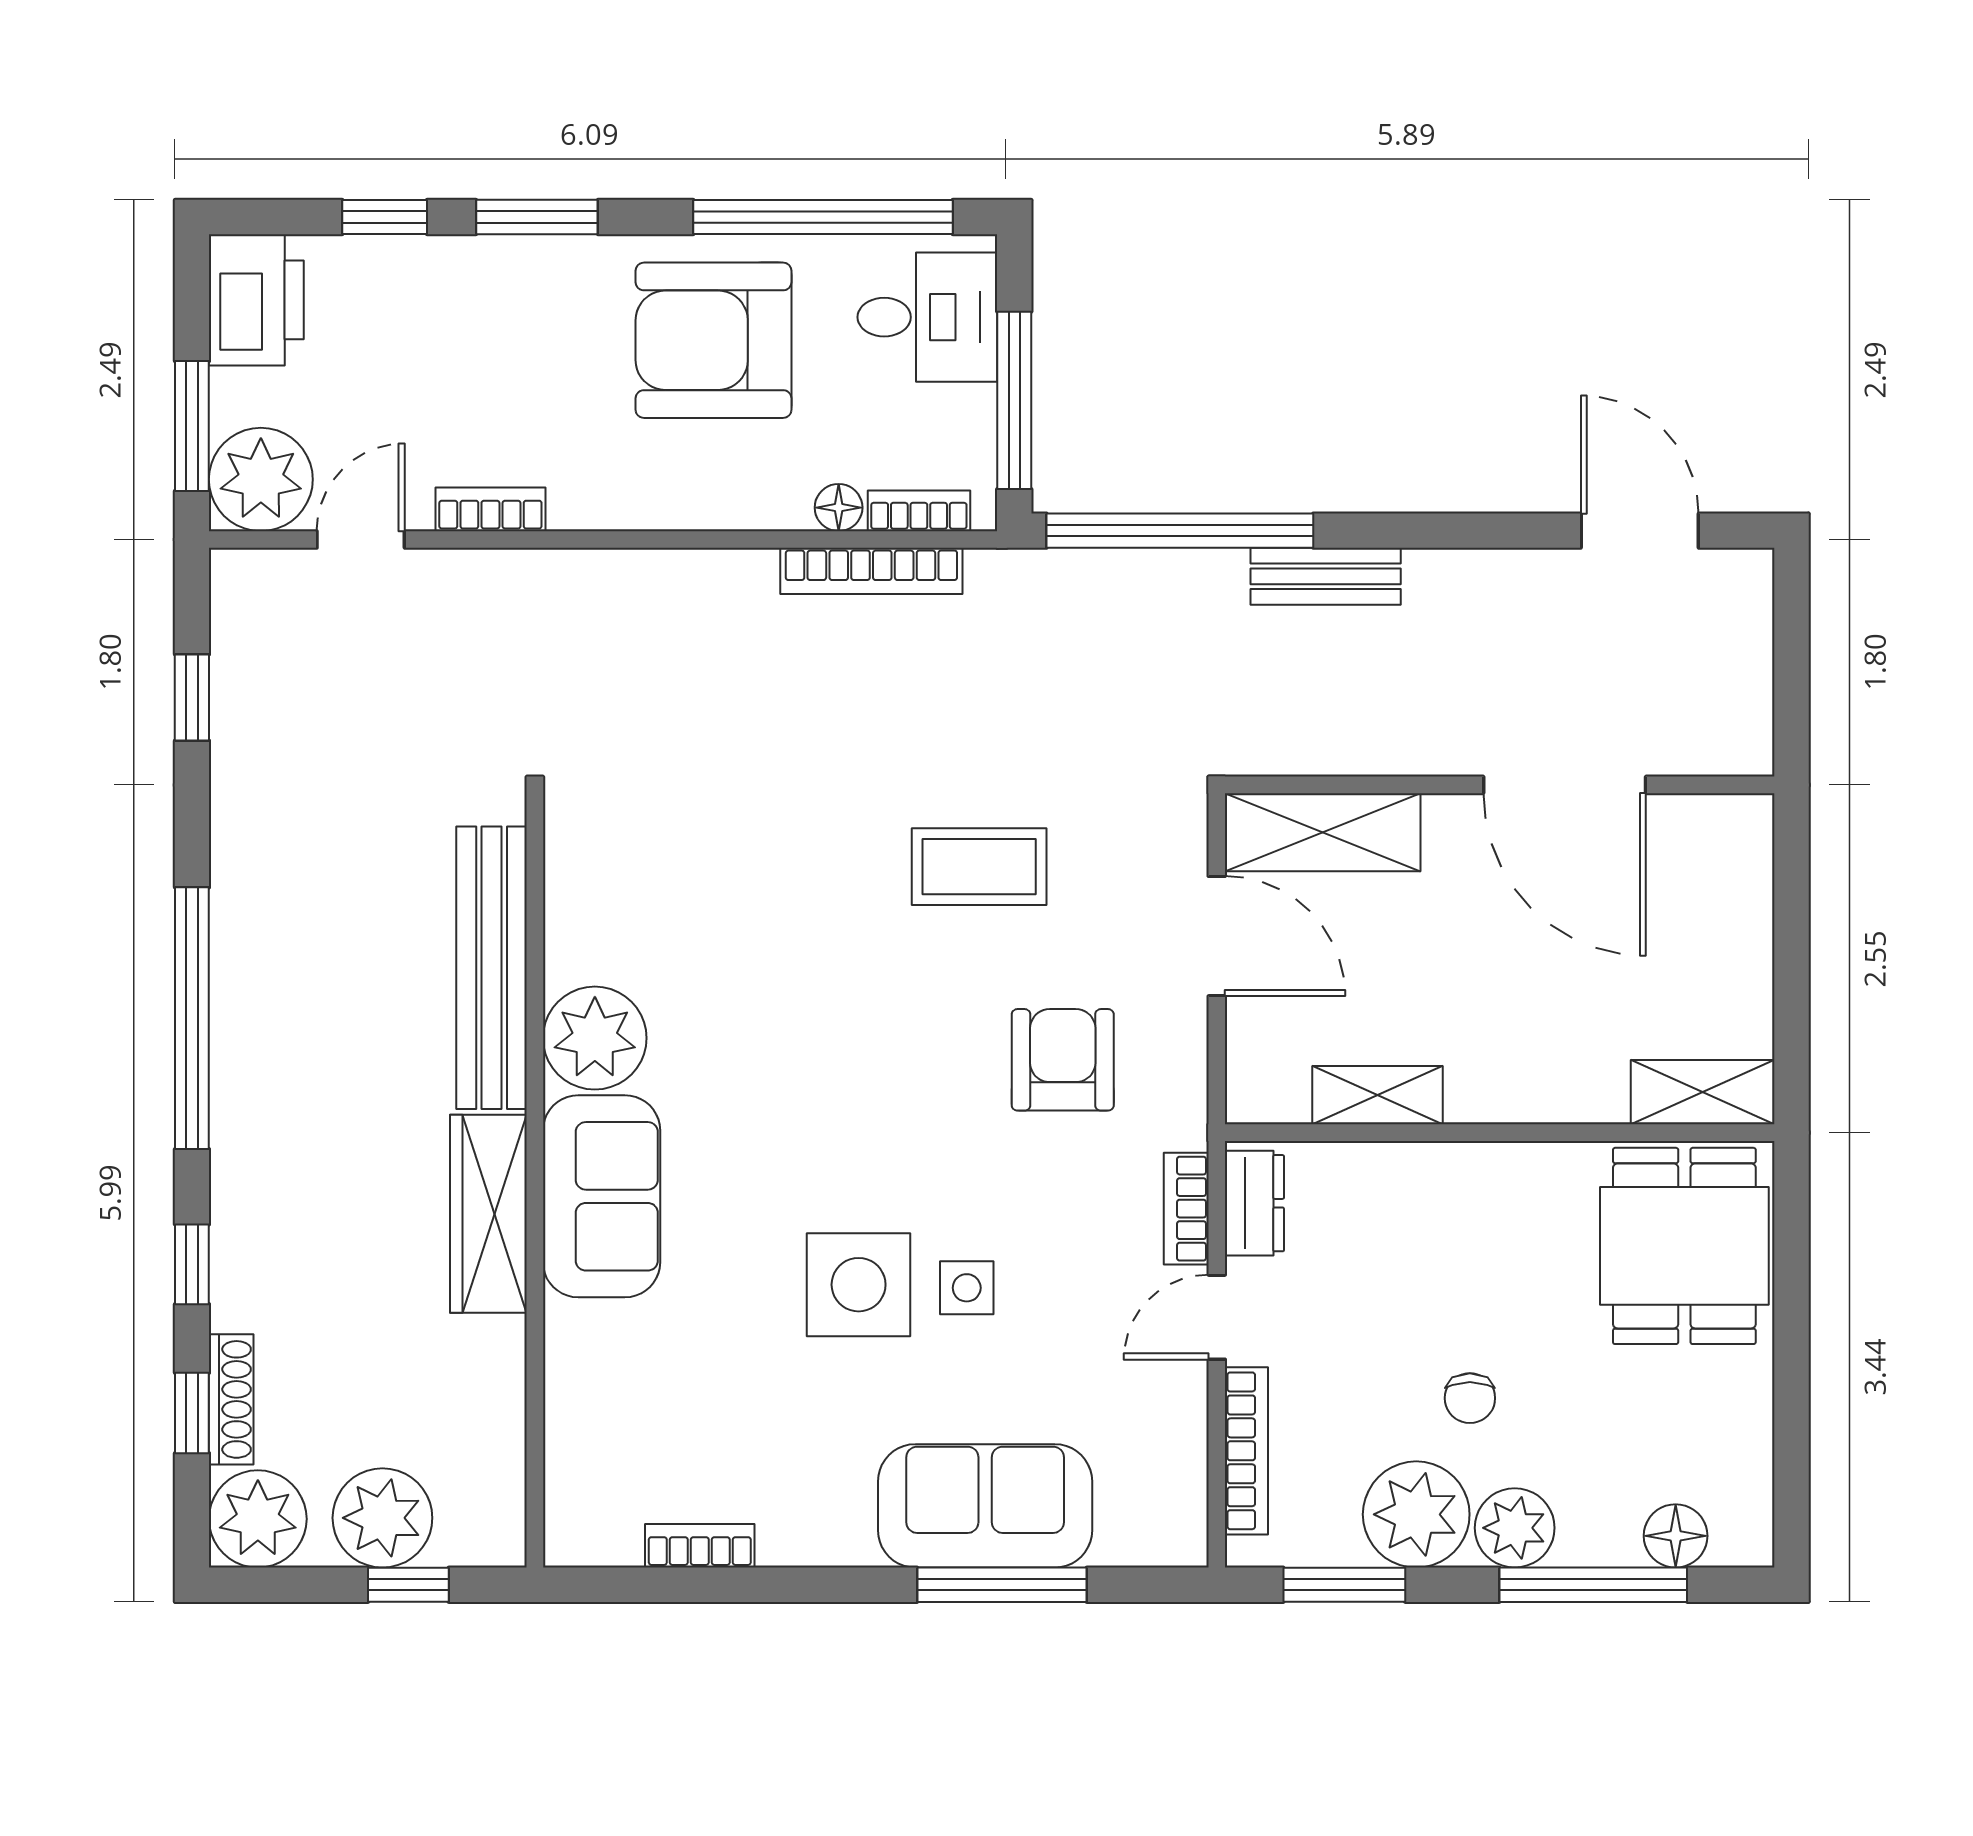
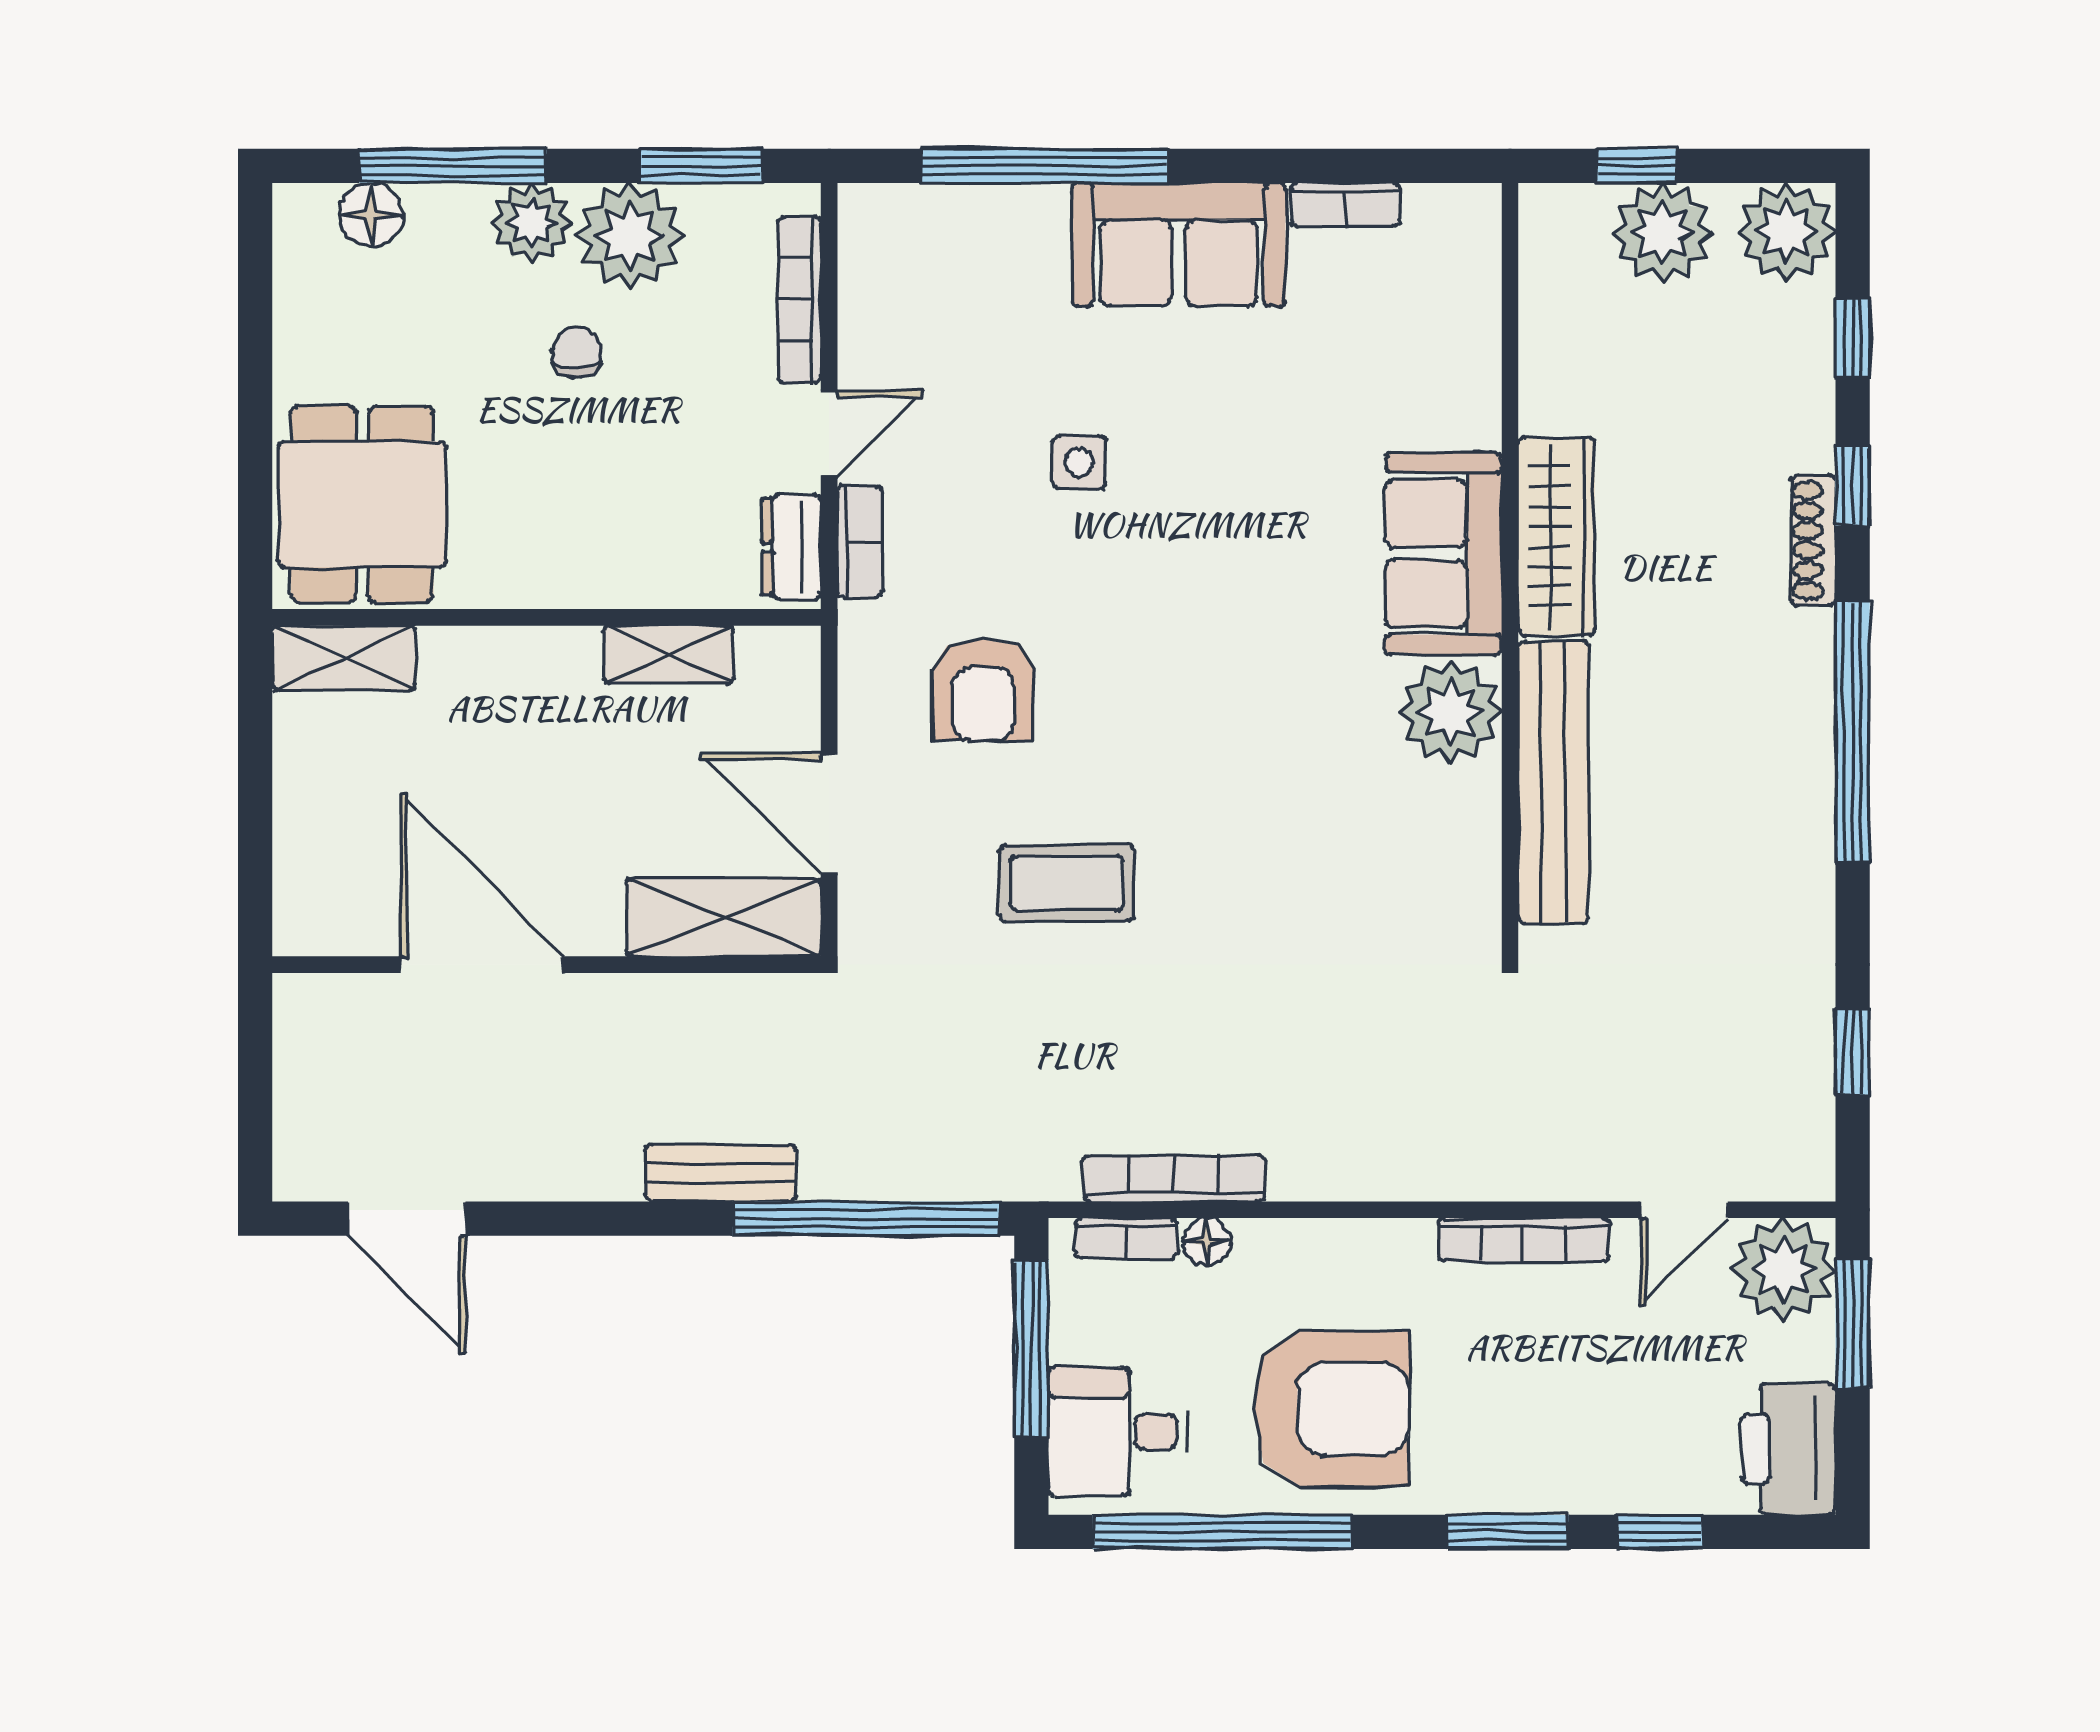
bookcase: (490, 509) -> (1524, 1240), width x1.56
side table: (859, 1285) -> (1187, 466), removed
shoe rack: (231, 1399) -> (1813, 541), moved
sofa: (985, 1506) -> (1179, 245), moved
window: (1002, 1585) -> (1044, 166), width x1.46

